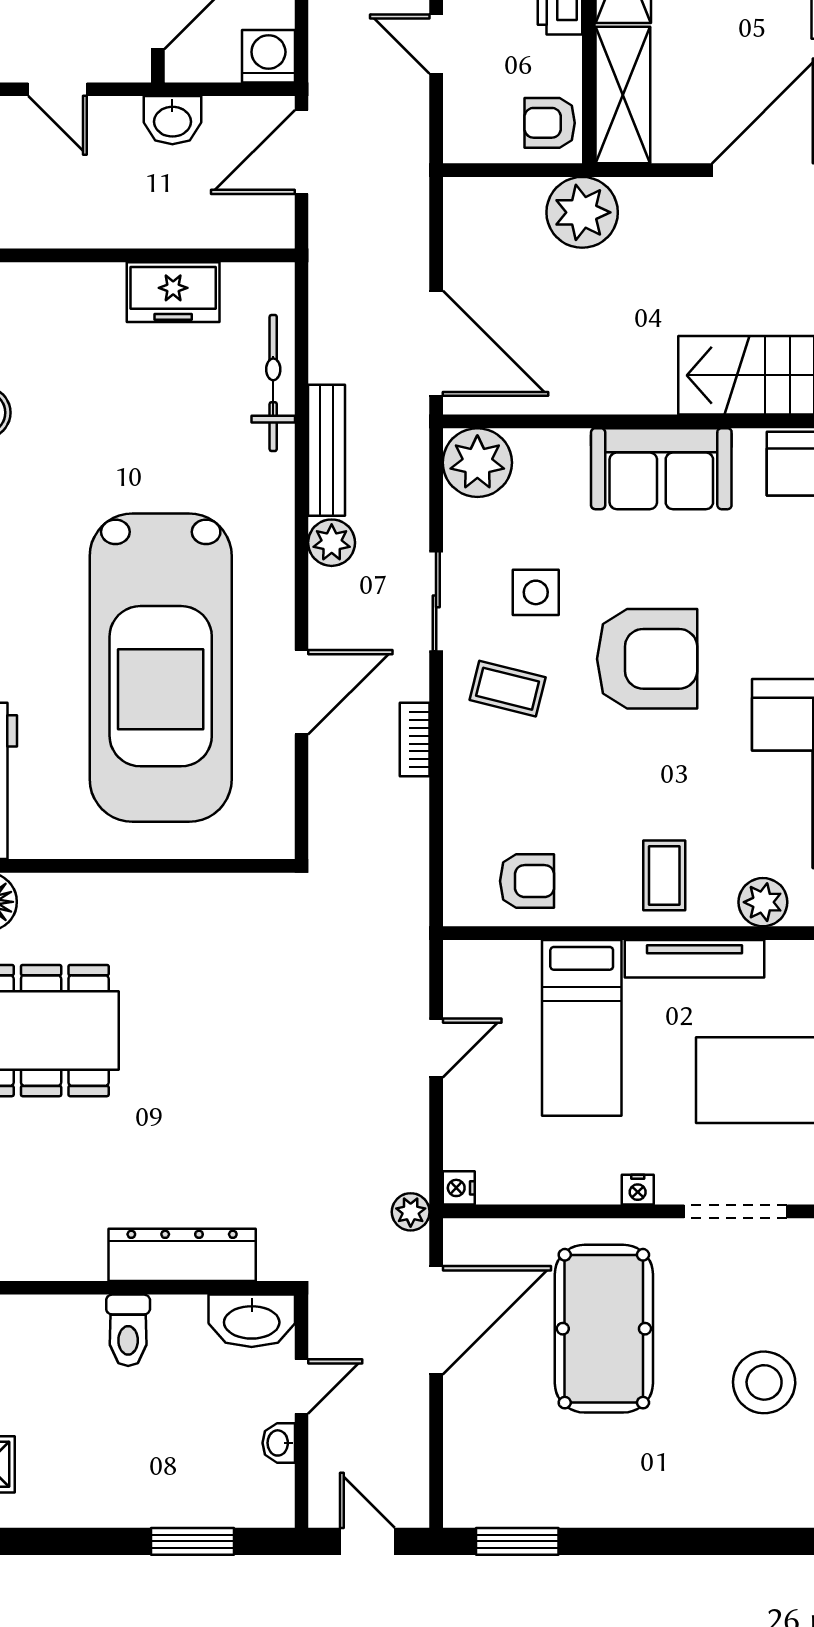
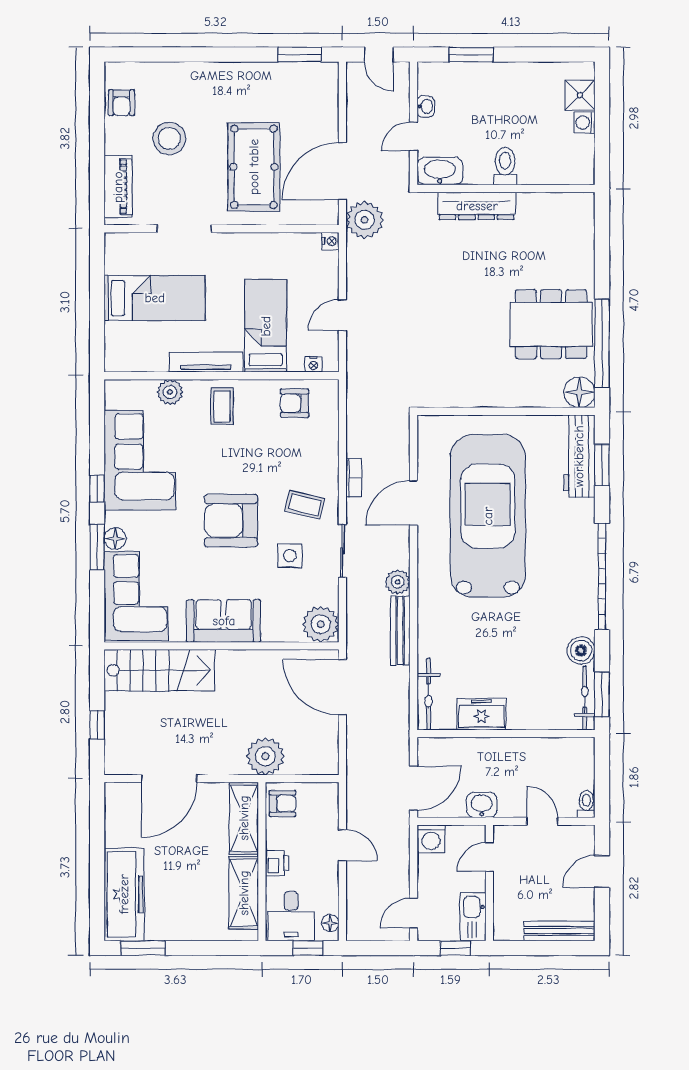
bicycle: (273, 383) -> (428, 694), moved
nightstand: (638, 1190) -> (313, 364), moved, turned 180
plant: (411, 1212) -> (365, 220), width x1.88, depth x1.88

